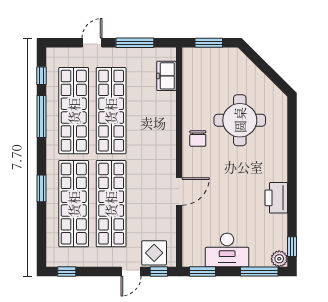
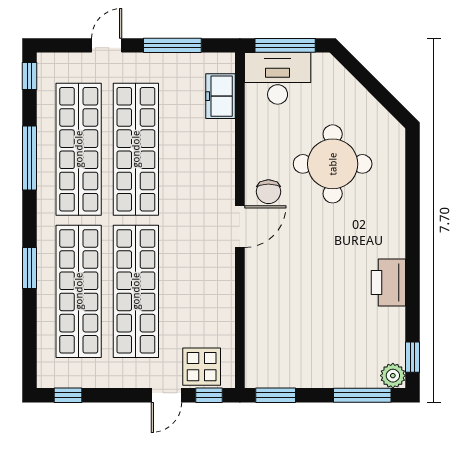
window: (209, 43) -> (285, 45), width x1.44
window: (42, 76) -> (30, 76), moved
door: (179, 191) -> (240, 227), moved
desk: (227, 250) -> (278, 78), moved, turned 180

